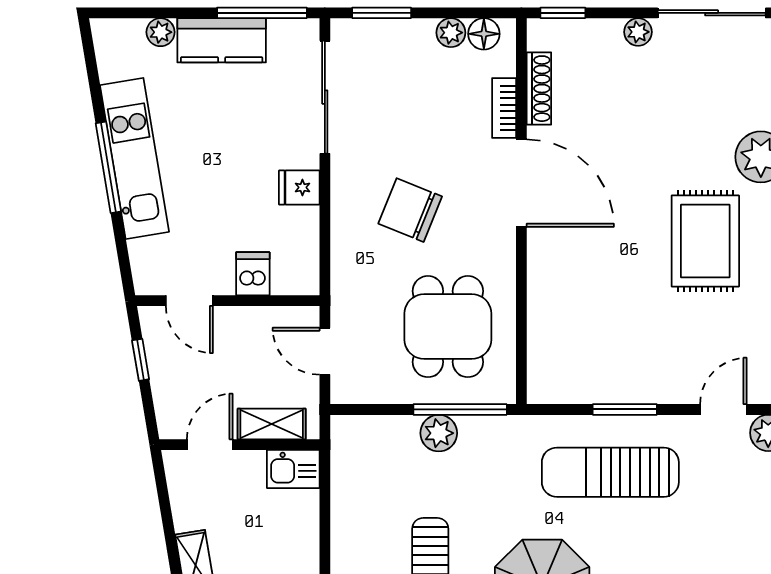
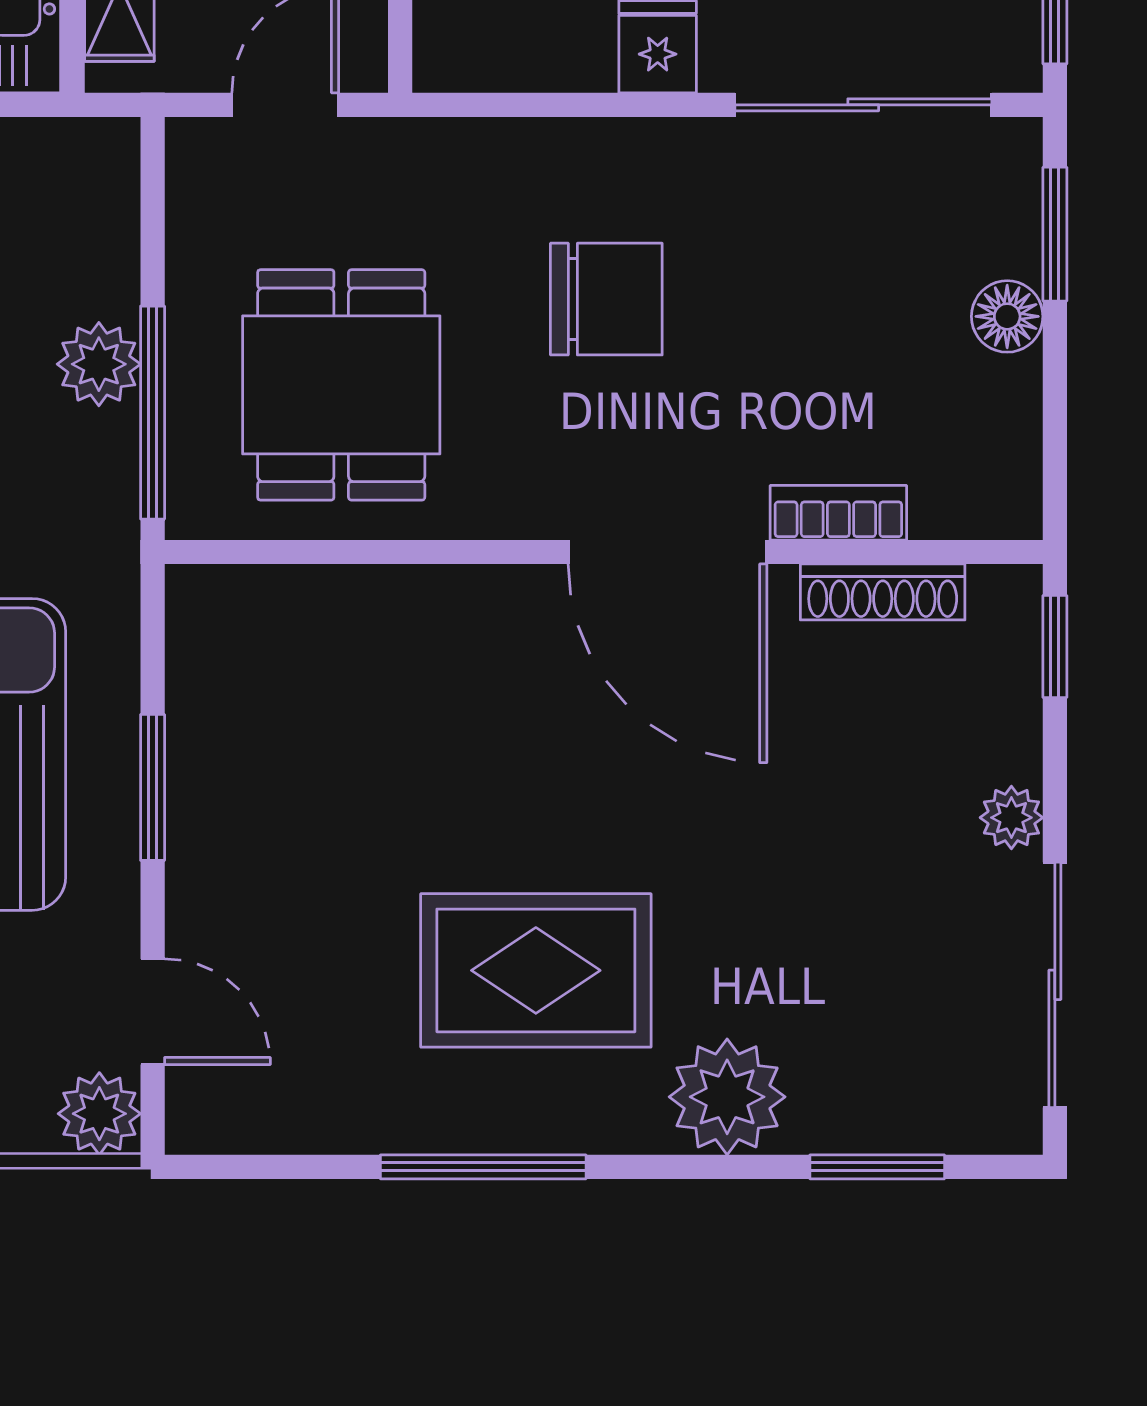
plant: (451, 33) -> (1010, 392), removed
floor lamp: (484, 34) -> (1007, 316), moved
door: (521, 183) -> (667, 552), hinge flipped
chair: (410, 210) -> (606, 299), turned 68
dining table: (448, 327) -> (341, 385), turned 90

